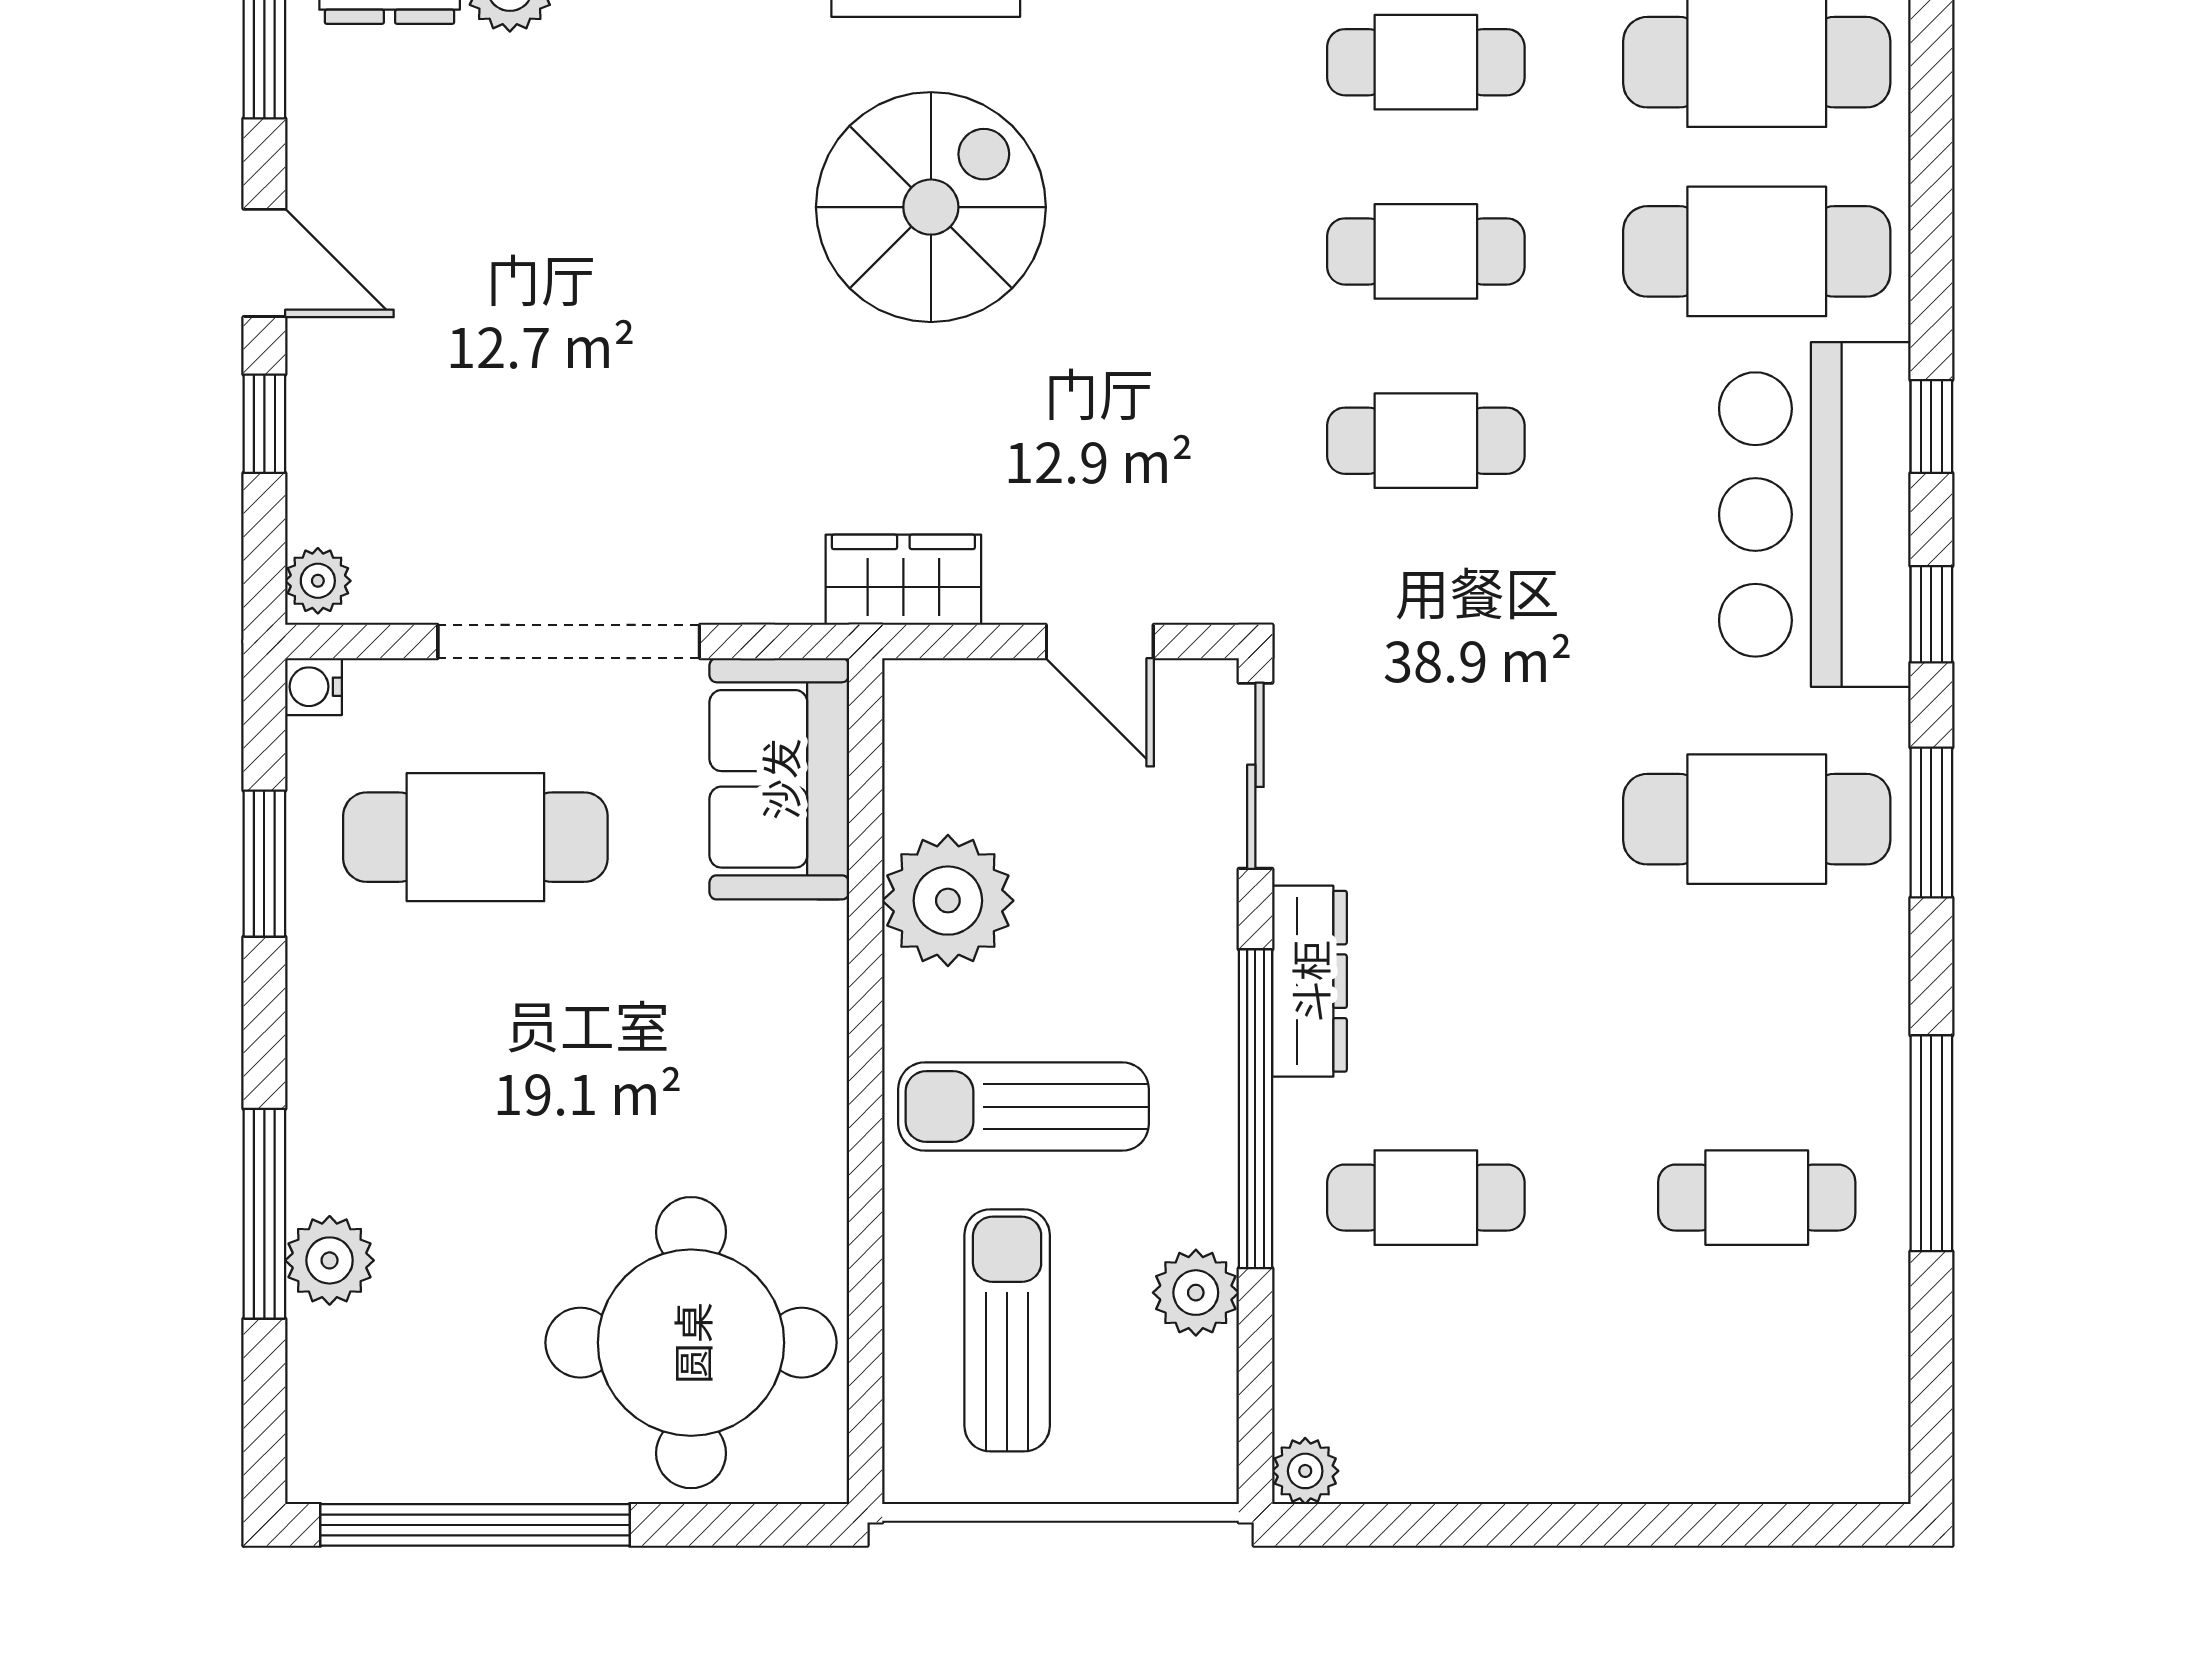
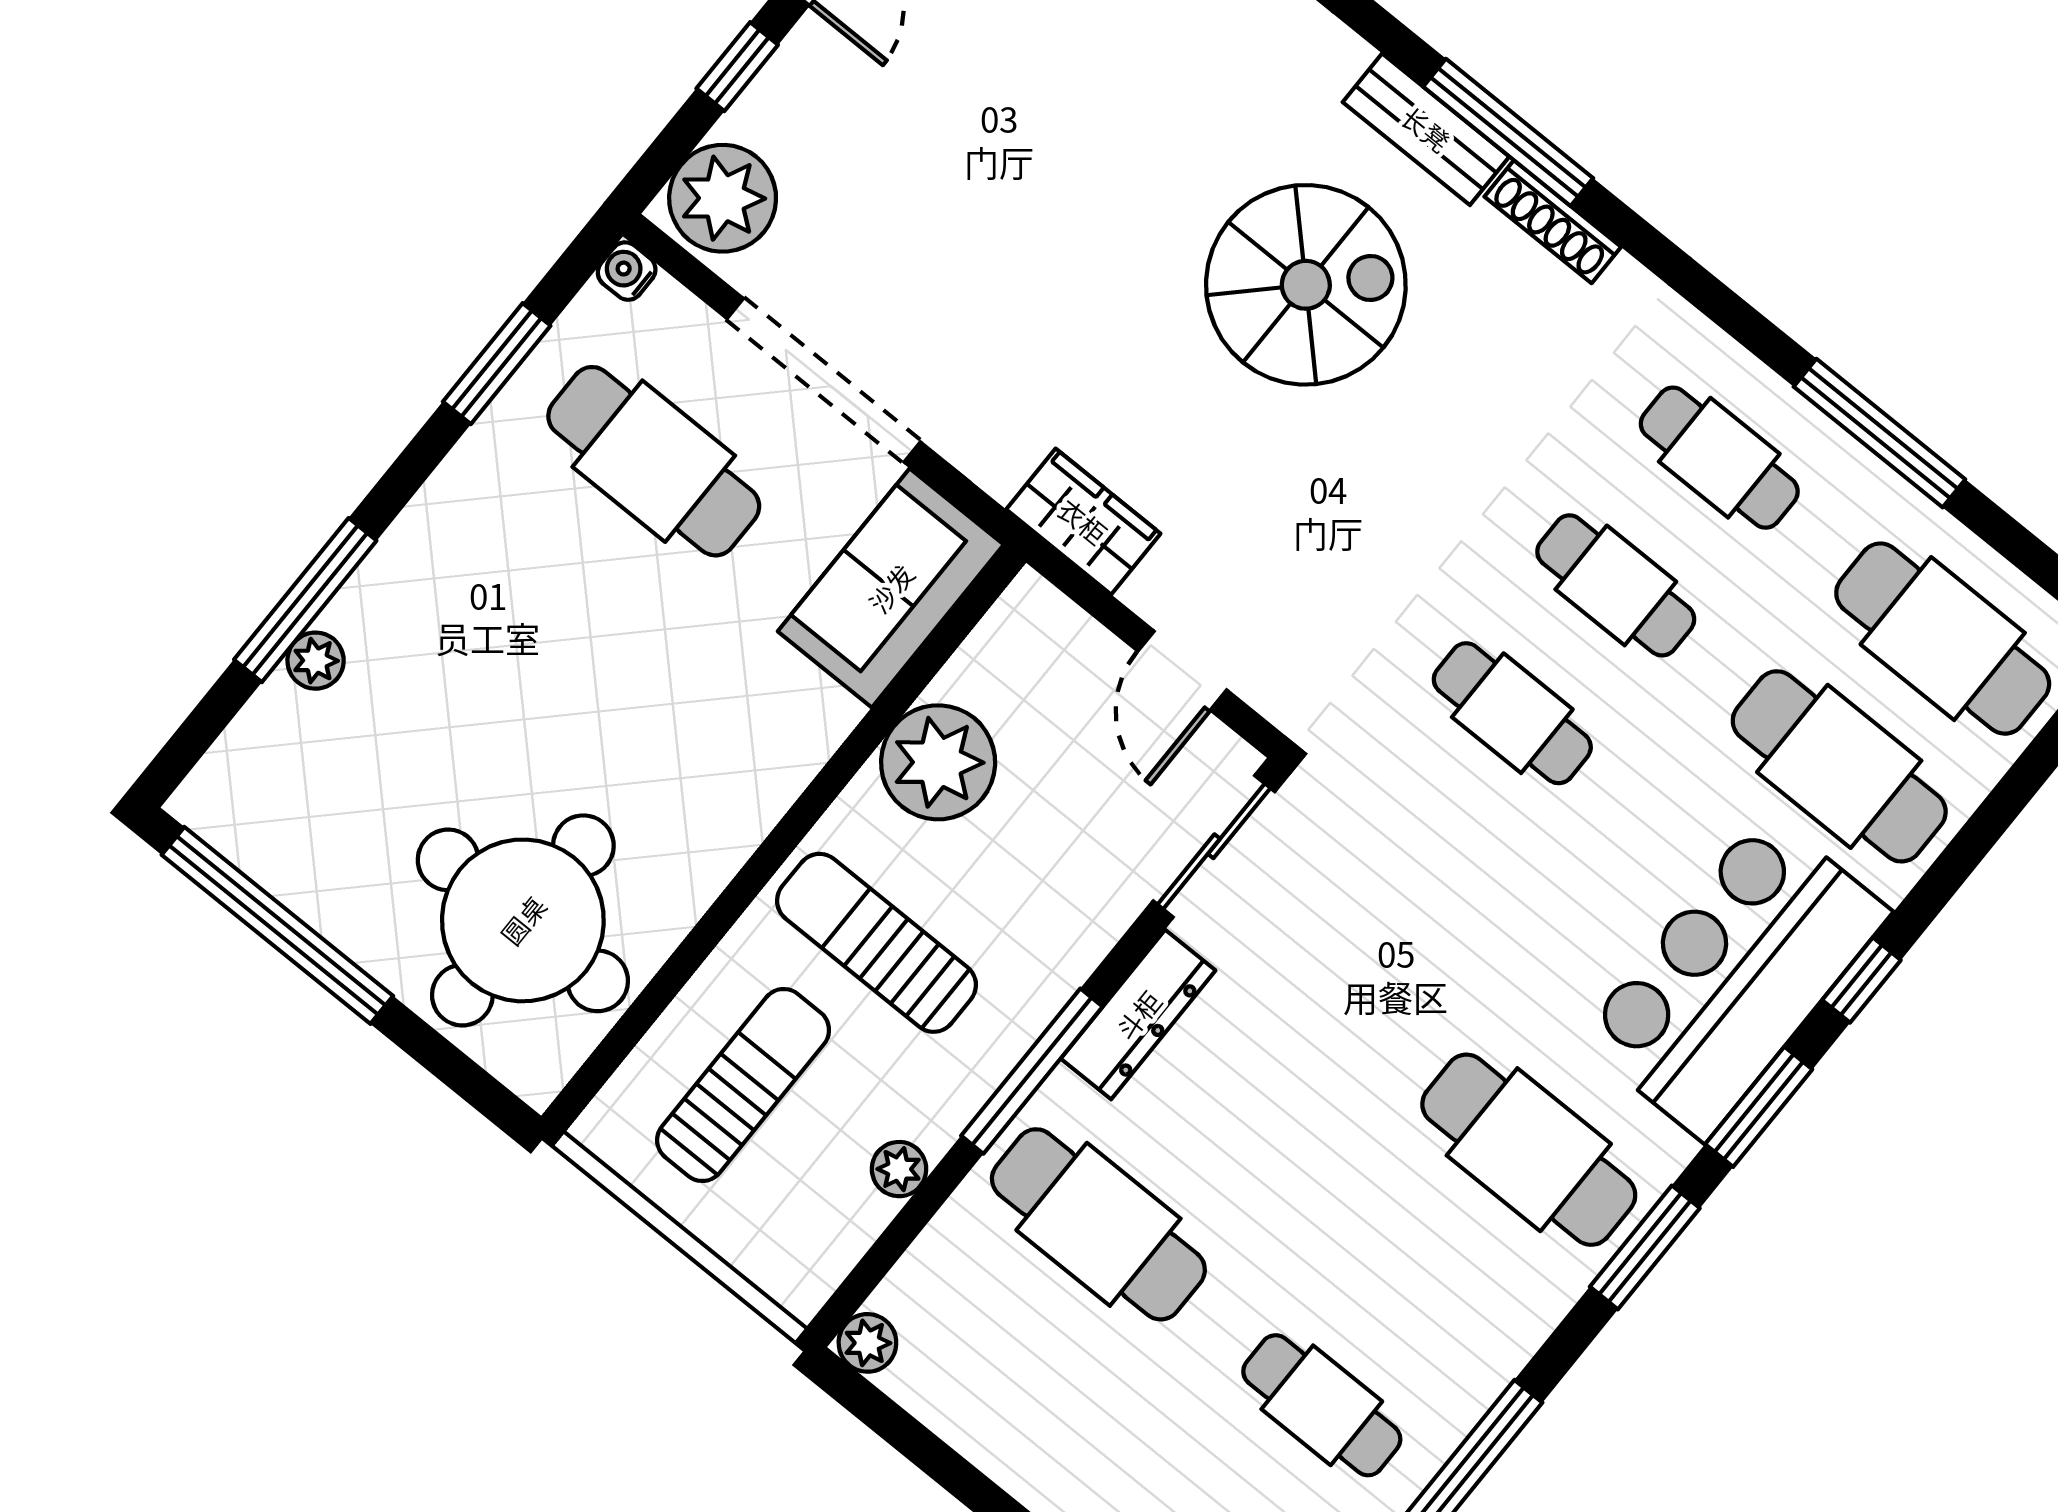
plant: (318, 581) -> (723, 198), width x1.88, depth x1.88
window: (1931, 614) -> (1759, 1107), width x1.50
window: (1255, 1109) -> (1032, 1071), width x0.68
cafe table: (1426, 1198) -> (1098, 1224), width x1.37, depth x1.35
plant: (330, 1260) -> (316, 661), width x0.73, depth x0.73
plant: (1196, 1293) -> (899, 1169), width x0.73, depth x0.73

